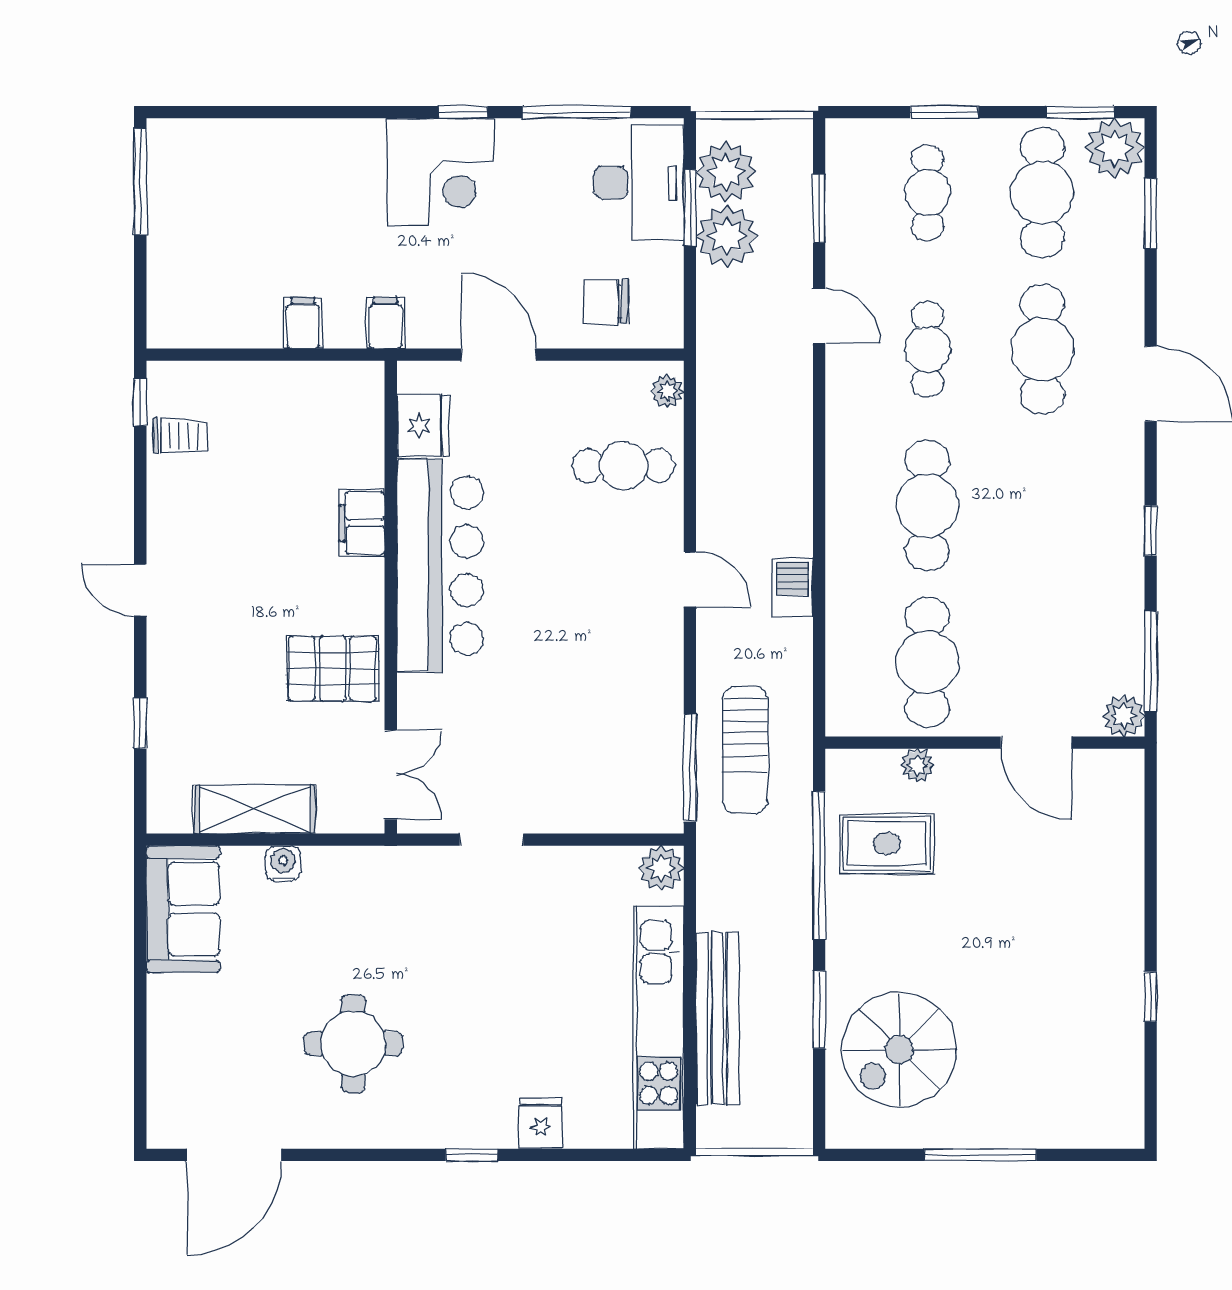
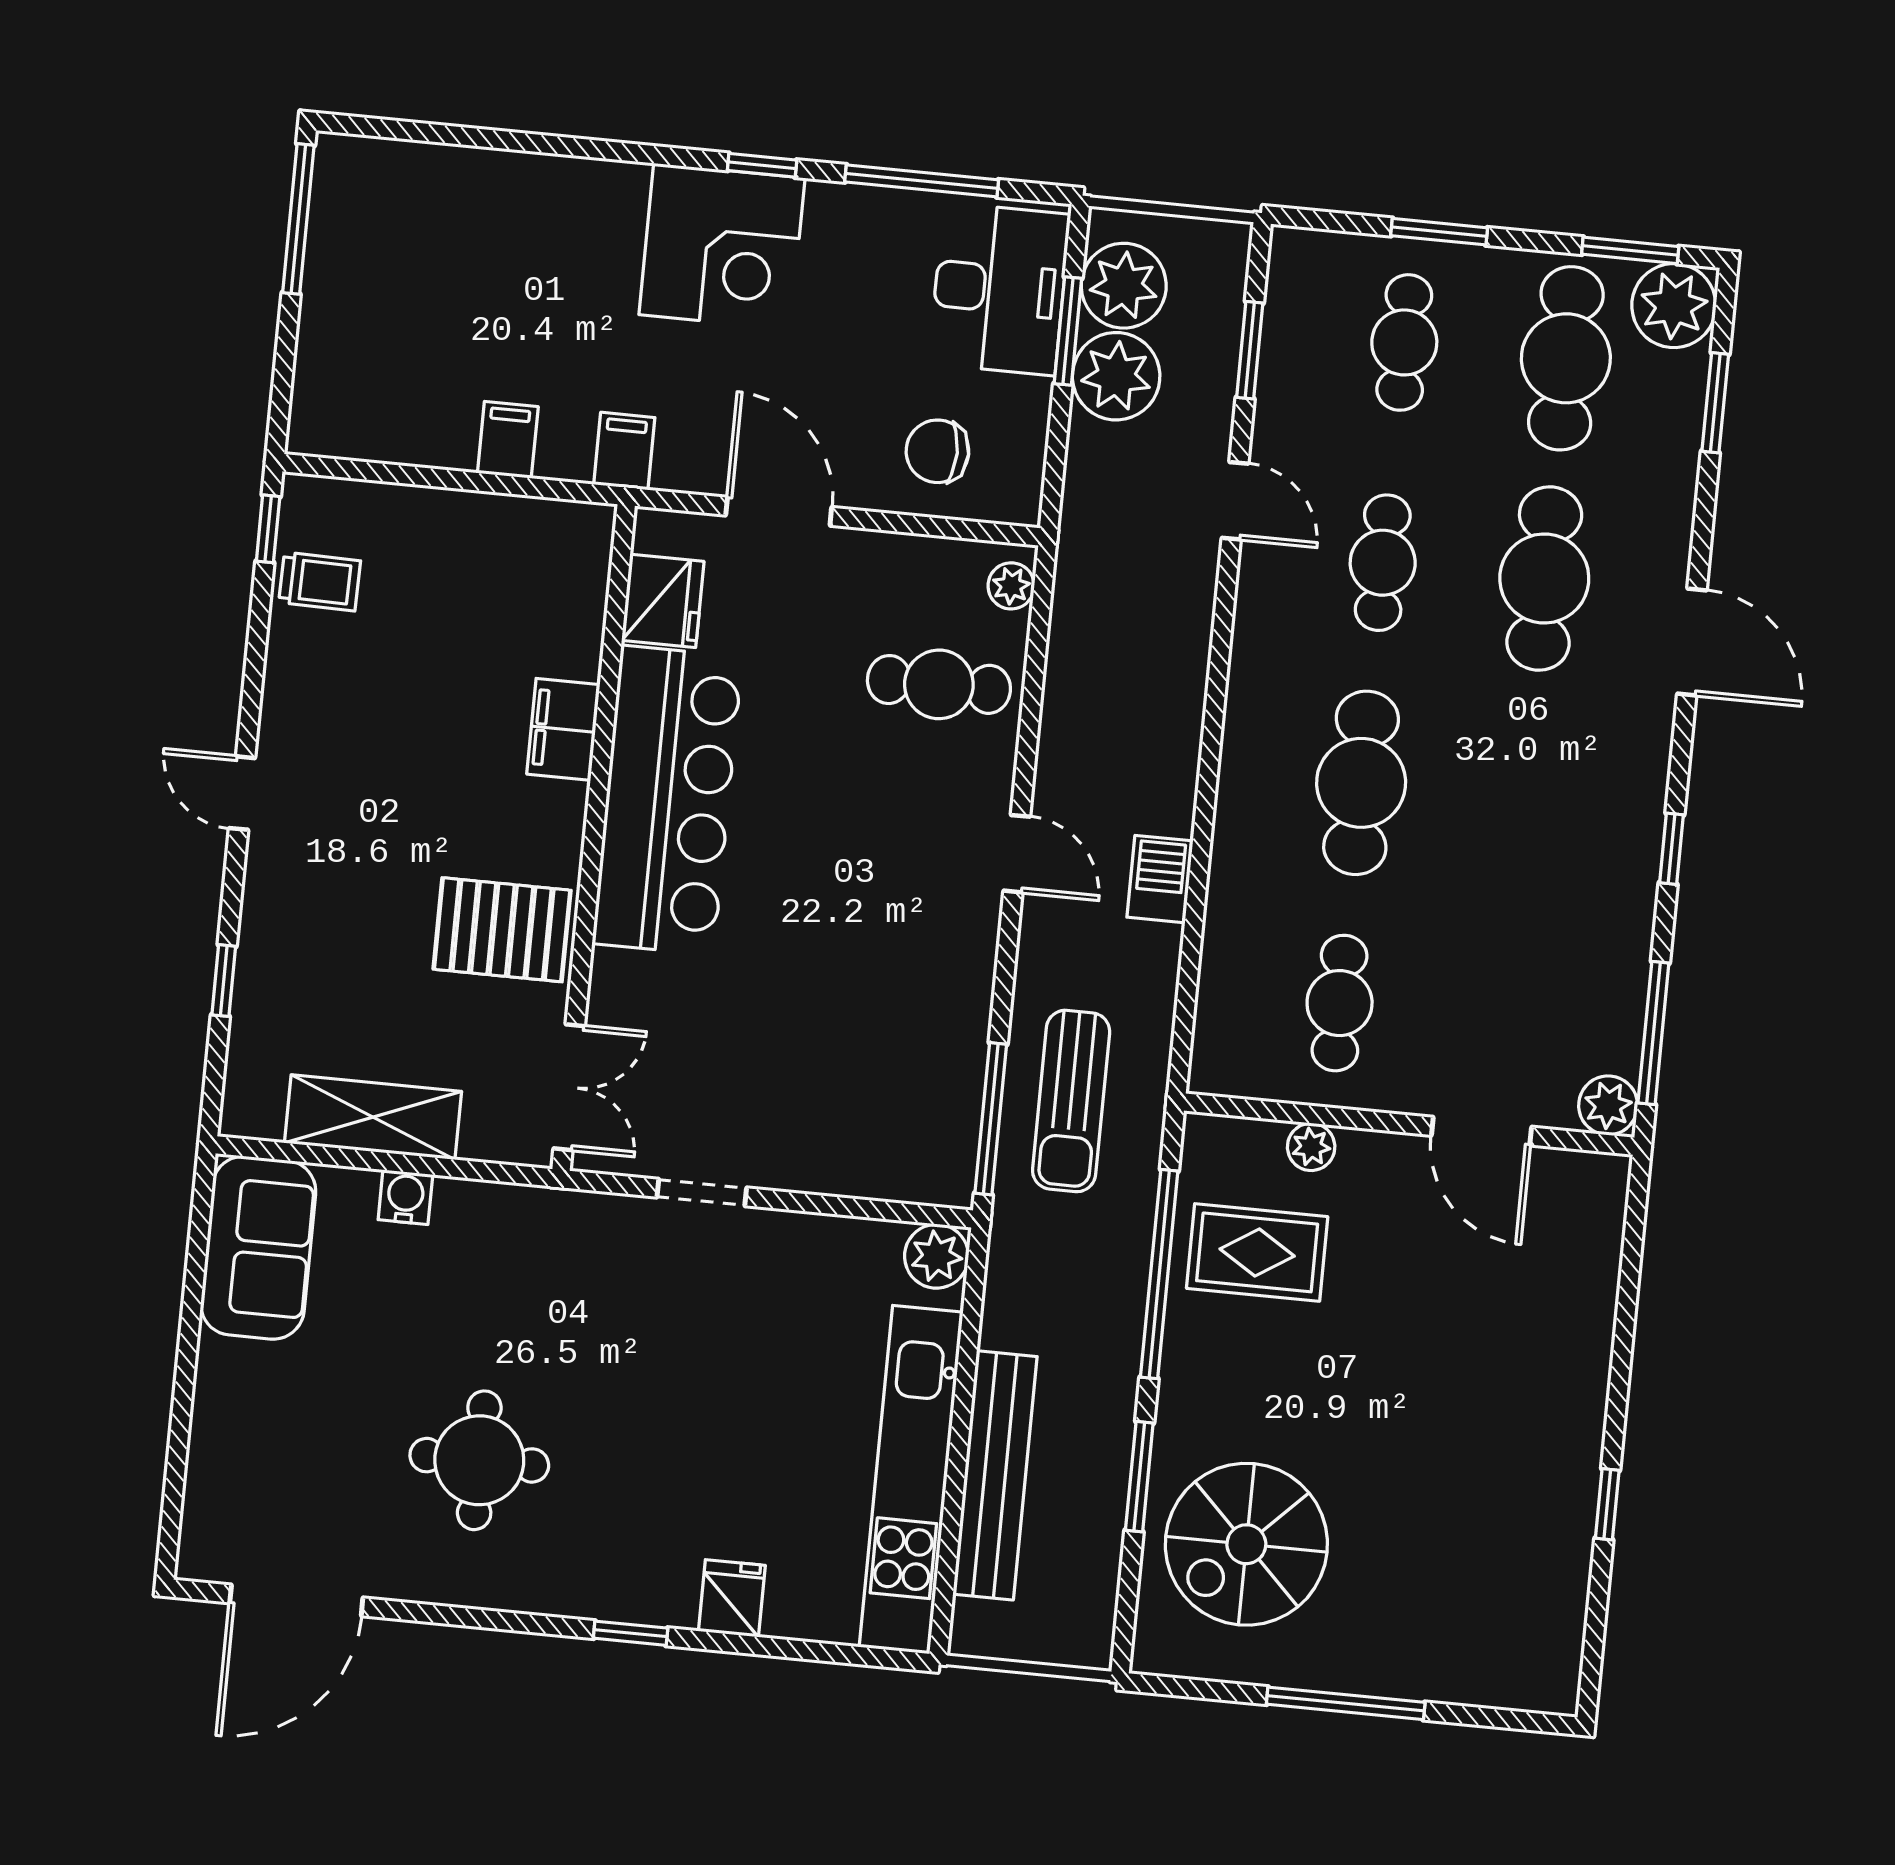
cafe table: (927, 662) -> (1340, 1003), width x0.73, depth x0.74

